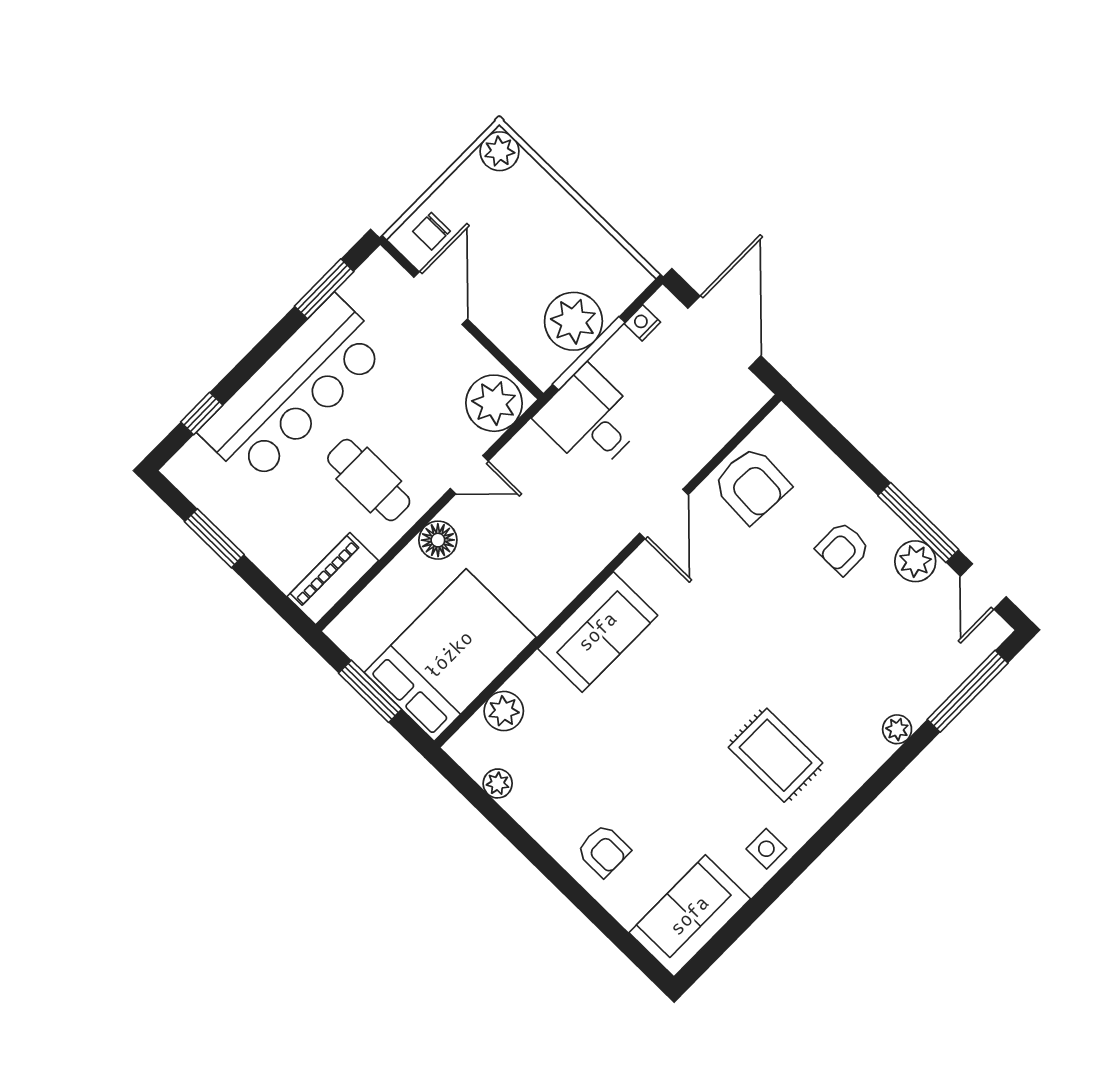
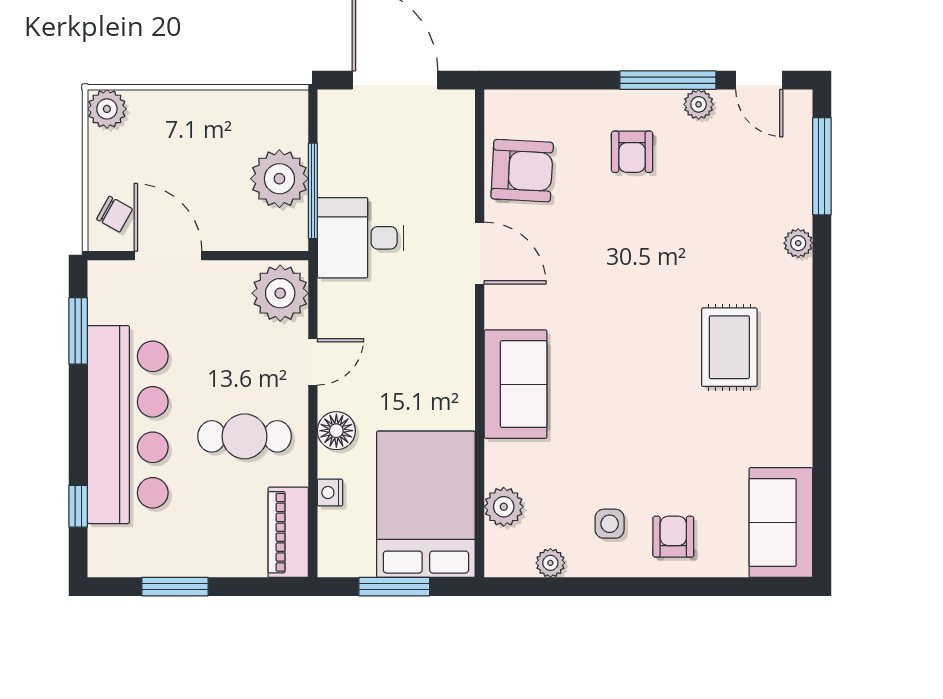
chair: (431, 231) -> (115, 214), turned -61
nightstand: (642, 323) -> (330, 493), moved
plant: (915, 561) -> (699, 104), width x0.73, depth x0.73
rug: (776, 755) -> (729, 347), turned 90
side table: (766, 849) -> (610, 524), moved
armchair: (603, 851) -> (673, 537), turned -90

